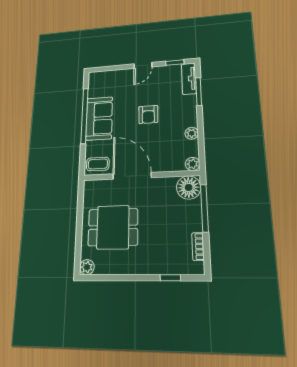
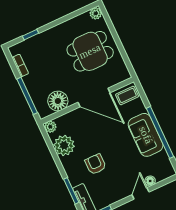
door: (143, 65) -> (141, 193), moved
floor lamp: (116, 75) -> (150, 181), added
armchair: (148, 115) -> (95, 164), moved
plant: (192, 133) -> (64, 145), width x1.88, depth x1.88
floor lamp: (189, 187) -> (58, 101), moved

